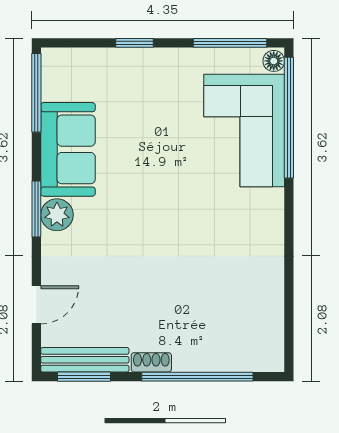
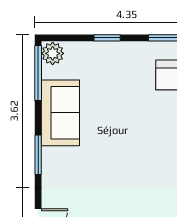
plant: (57, 215) -> (53, 53), moved

